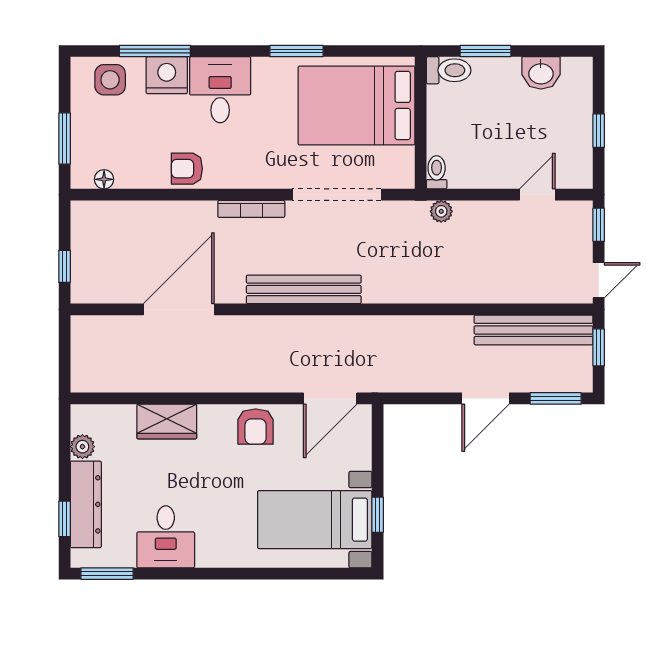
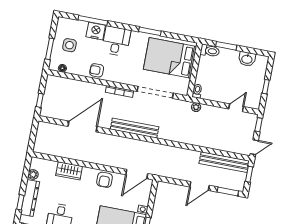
side table: (110, 80) -> (69, 45), moved

